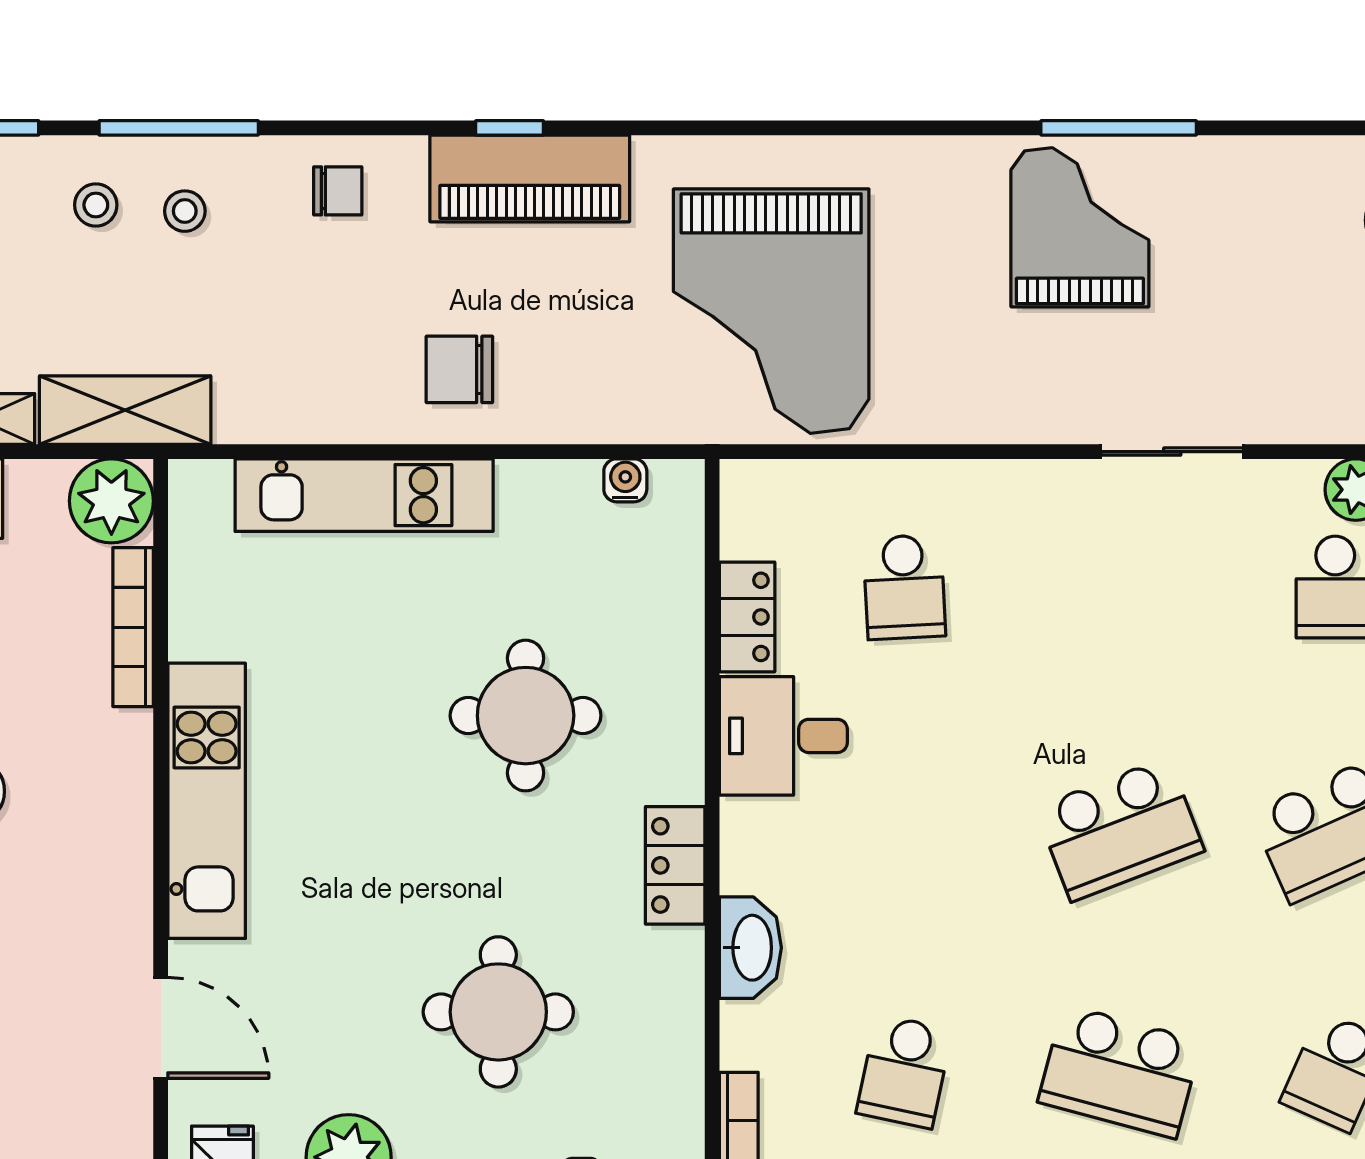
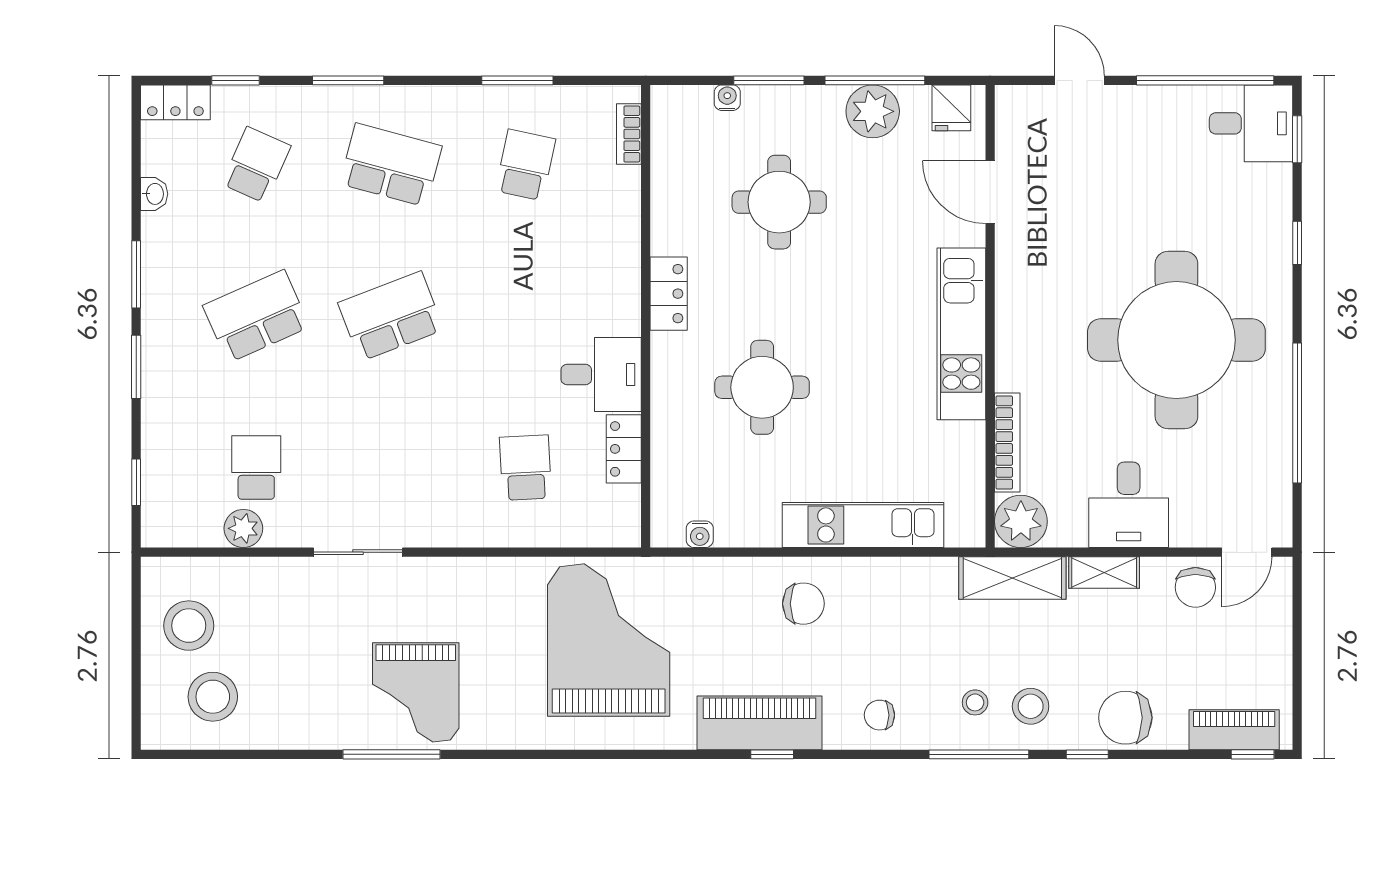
stool: (96, 205) -> (1031, 706), width x1.37, depth x1.37
washbasin: (750, 948) -> (622, 242), removed

